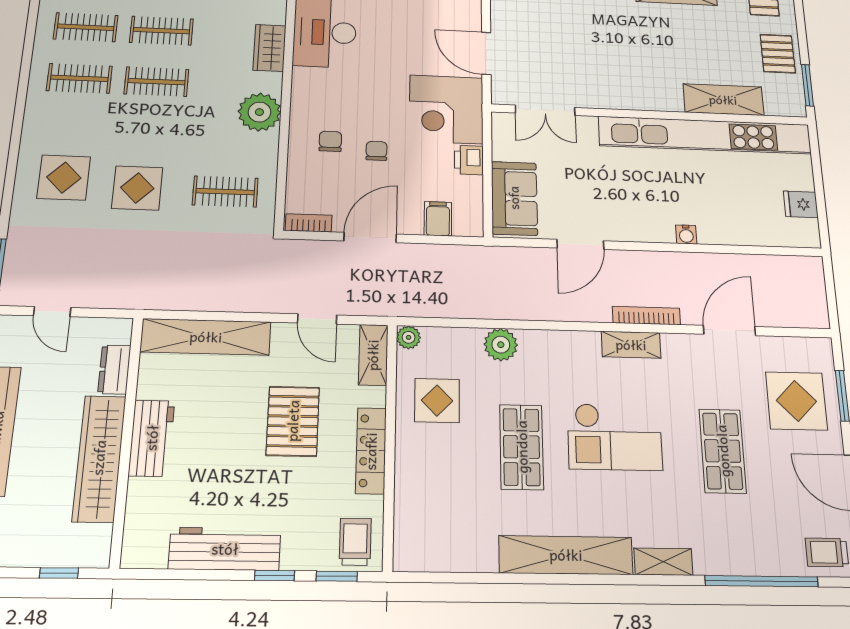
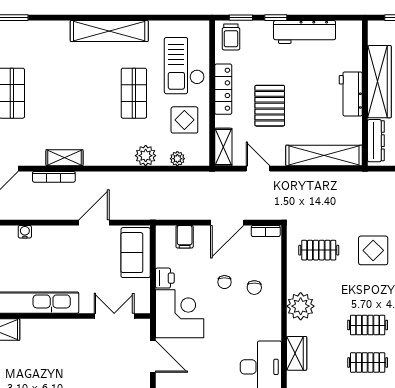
plant: (409, 337) -> (177, 159), moved
dresser: (114, 369) -> (376, 141), width x1.44
checkout: (615, 437) -> (184, 66), moved, turned -90
shelving: (663, 562) -> (52, 28), removed

